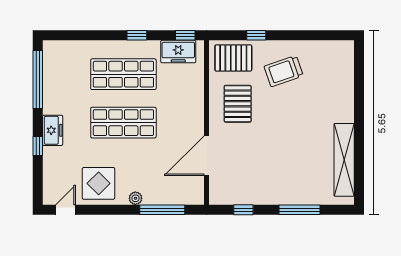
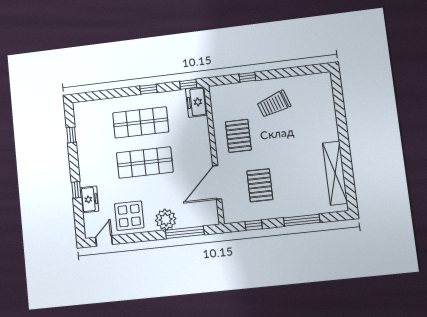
freezer: (178, 52) -> (196, 102), moved, turned 90
pallet: (233, 58) -> (260, 185), moved, turned 90
window: (38, 79) -> (71, 135), width x0.32
freezer: (53, 130) -> (89, 199), moved
plant: (135, 198) -> (166, 219), width x1.88, depth x1.88

